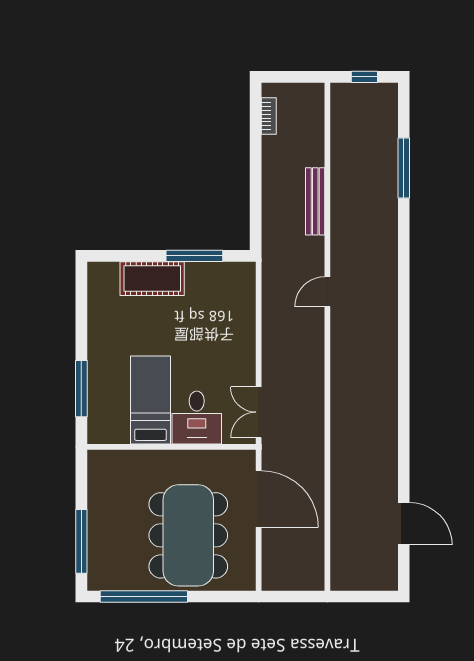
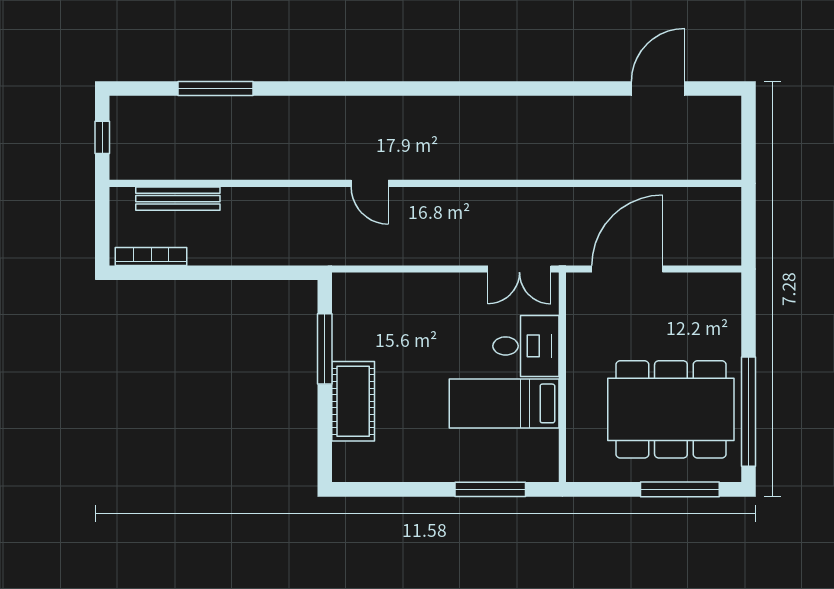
bookcase: (269, 116) -> (151, 256), width x1.56
bench: (315, 201) -> (178, 199), moved
dining table: (188, 535) -> (671, 409), moved

